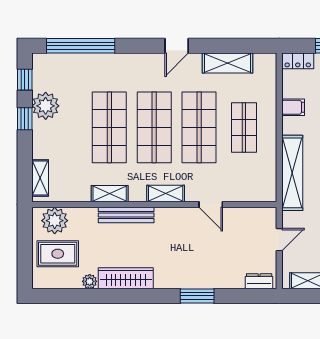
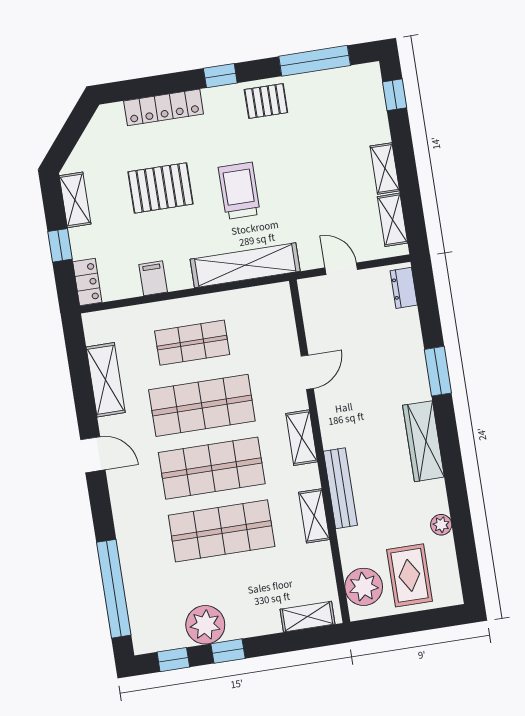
wardrobe: (126, 278) -> (424, 441), moved

